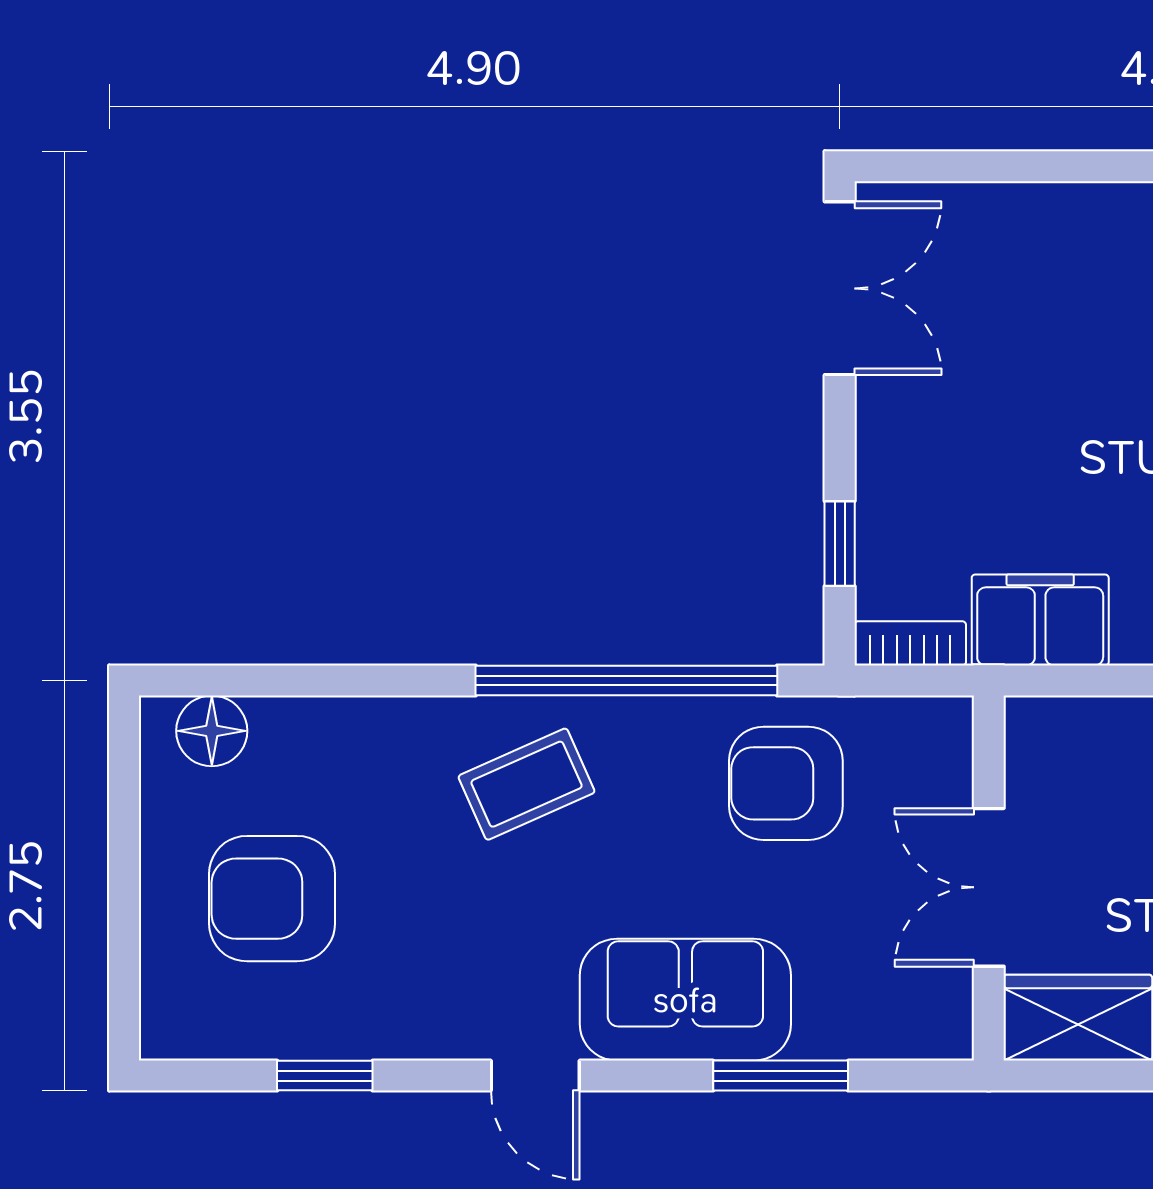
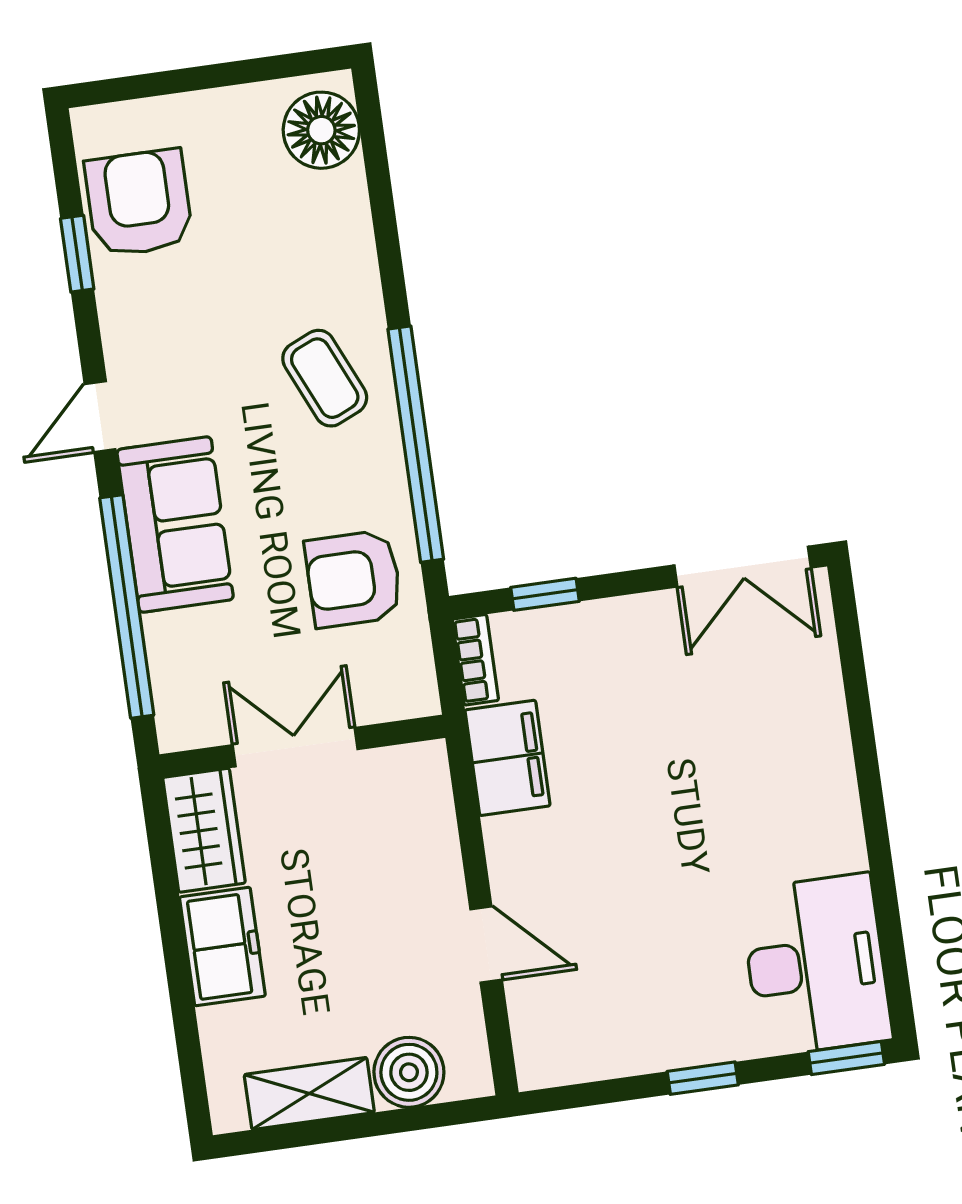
floor lamp: (212, 731) -> (321, 130), width x1.38, depth x1.38
armchair: (786, 783) -> (354, 579), turned -90
armchair: (272, 899) -> (139, 203), moved
window: (781, 1076) -> (127, 606), width x2.11

